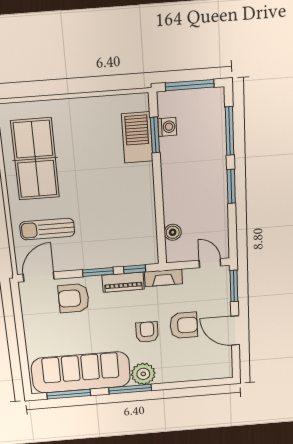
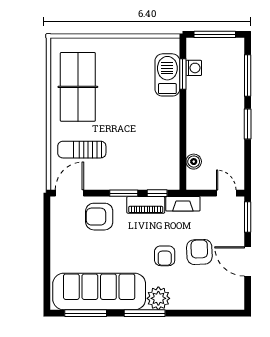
armchair: (184, 325) -> (199, 252), turned -92
armchair: (147, 332) -> (165, 256), turned 180

